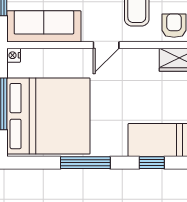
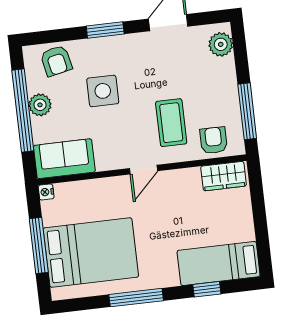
sofa: (44, 26) -> (64, 159), width x0.73
bed: (48, 116) -> (91, 252), width x0.73

